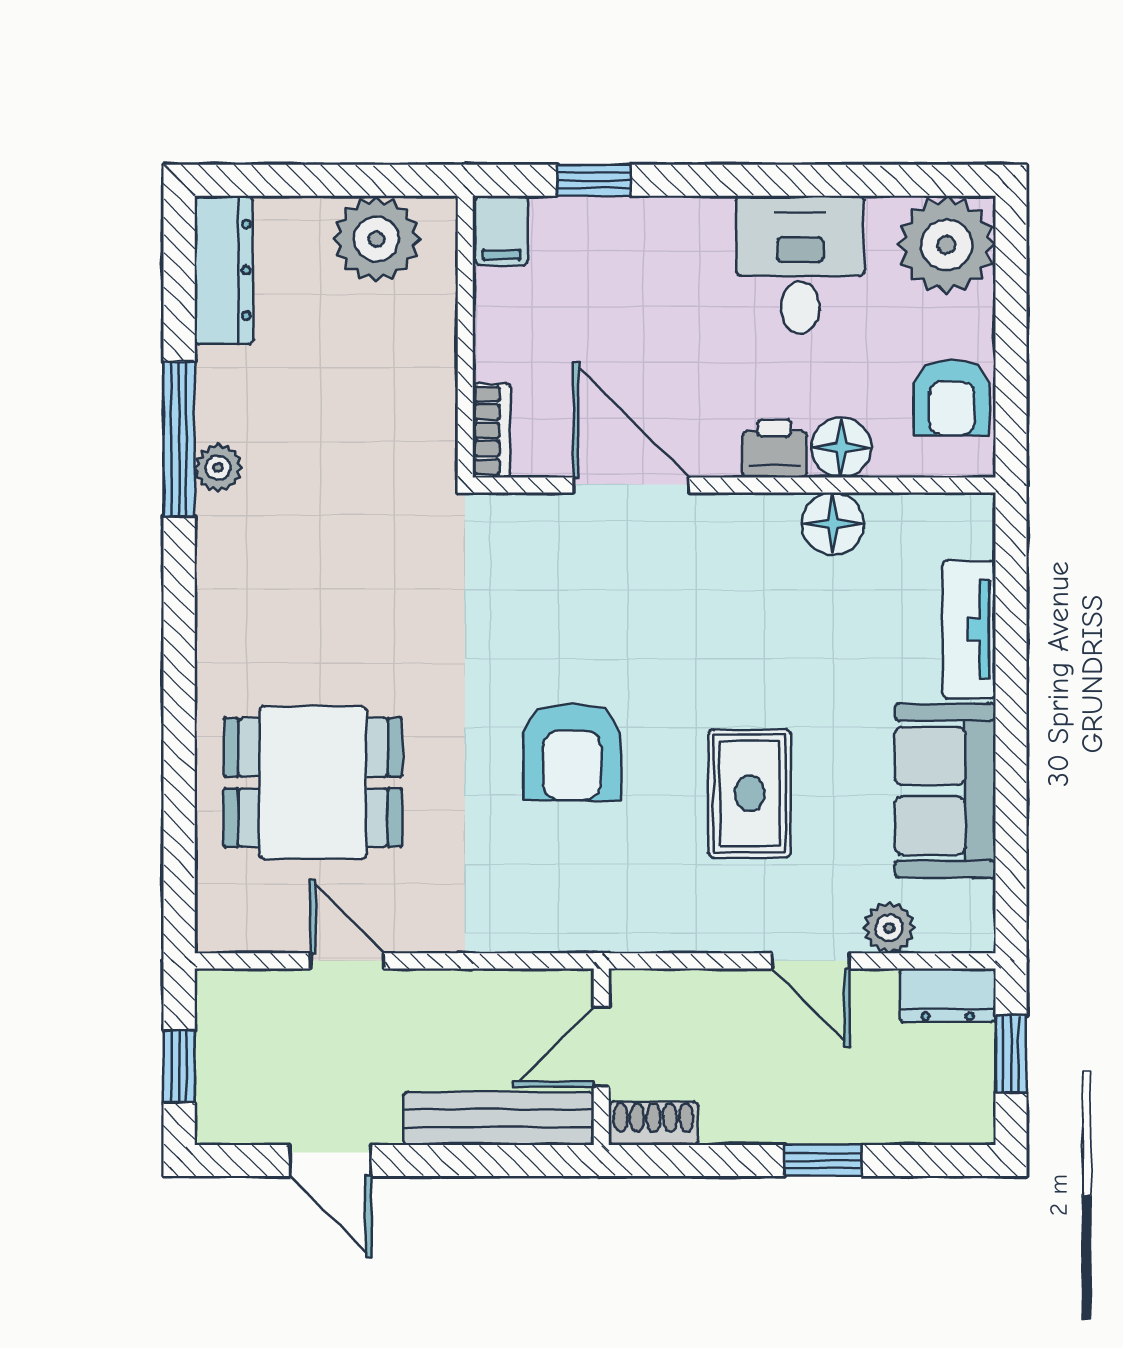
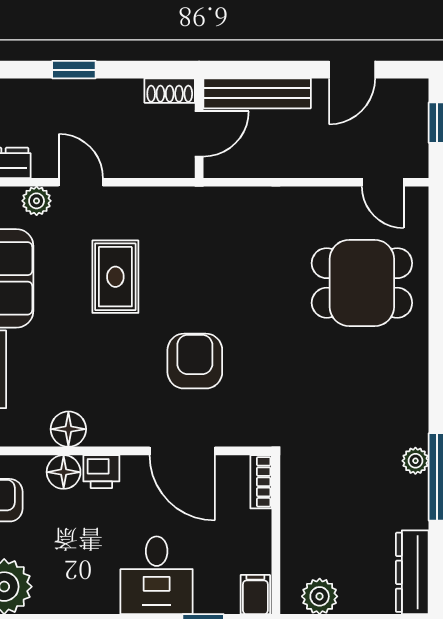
plant: (376, 239) -> (320, 596), width x0.73, depth x0.73
desk: (800, 265) -> (157, 575), moved
armchair: (572, 752) -> (195, 361), moved
door: (347, 961) -> (383, 182), moved
door: (330, 1160) -> (352, 70), swing flipped

